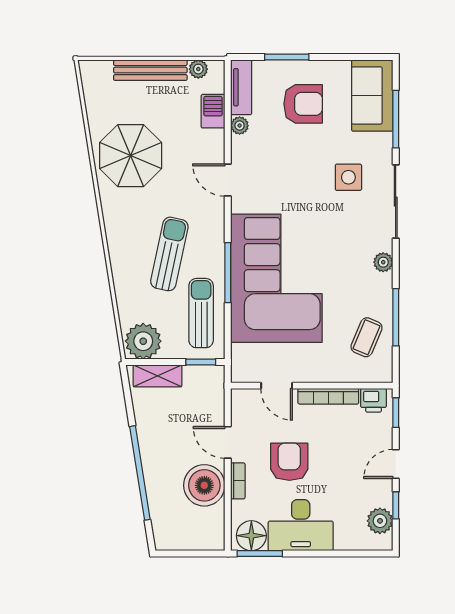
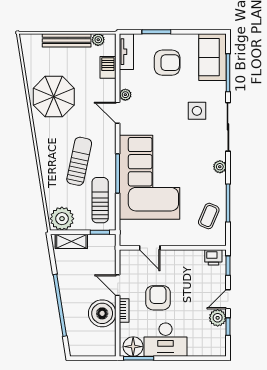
plant: (240, 126) -> (125, 95), moved
bookcase: (328, 396) -> (184, 255), removed
plant: (380, 521) -> (218, 318), moved

